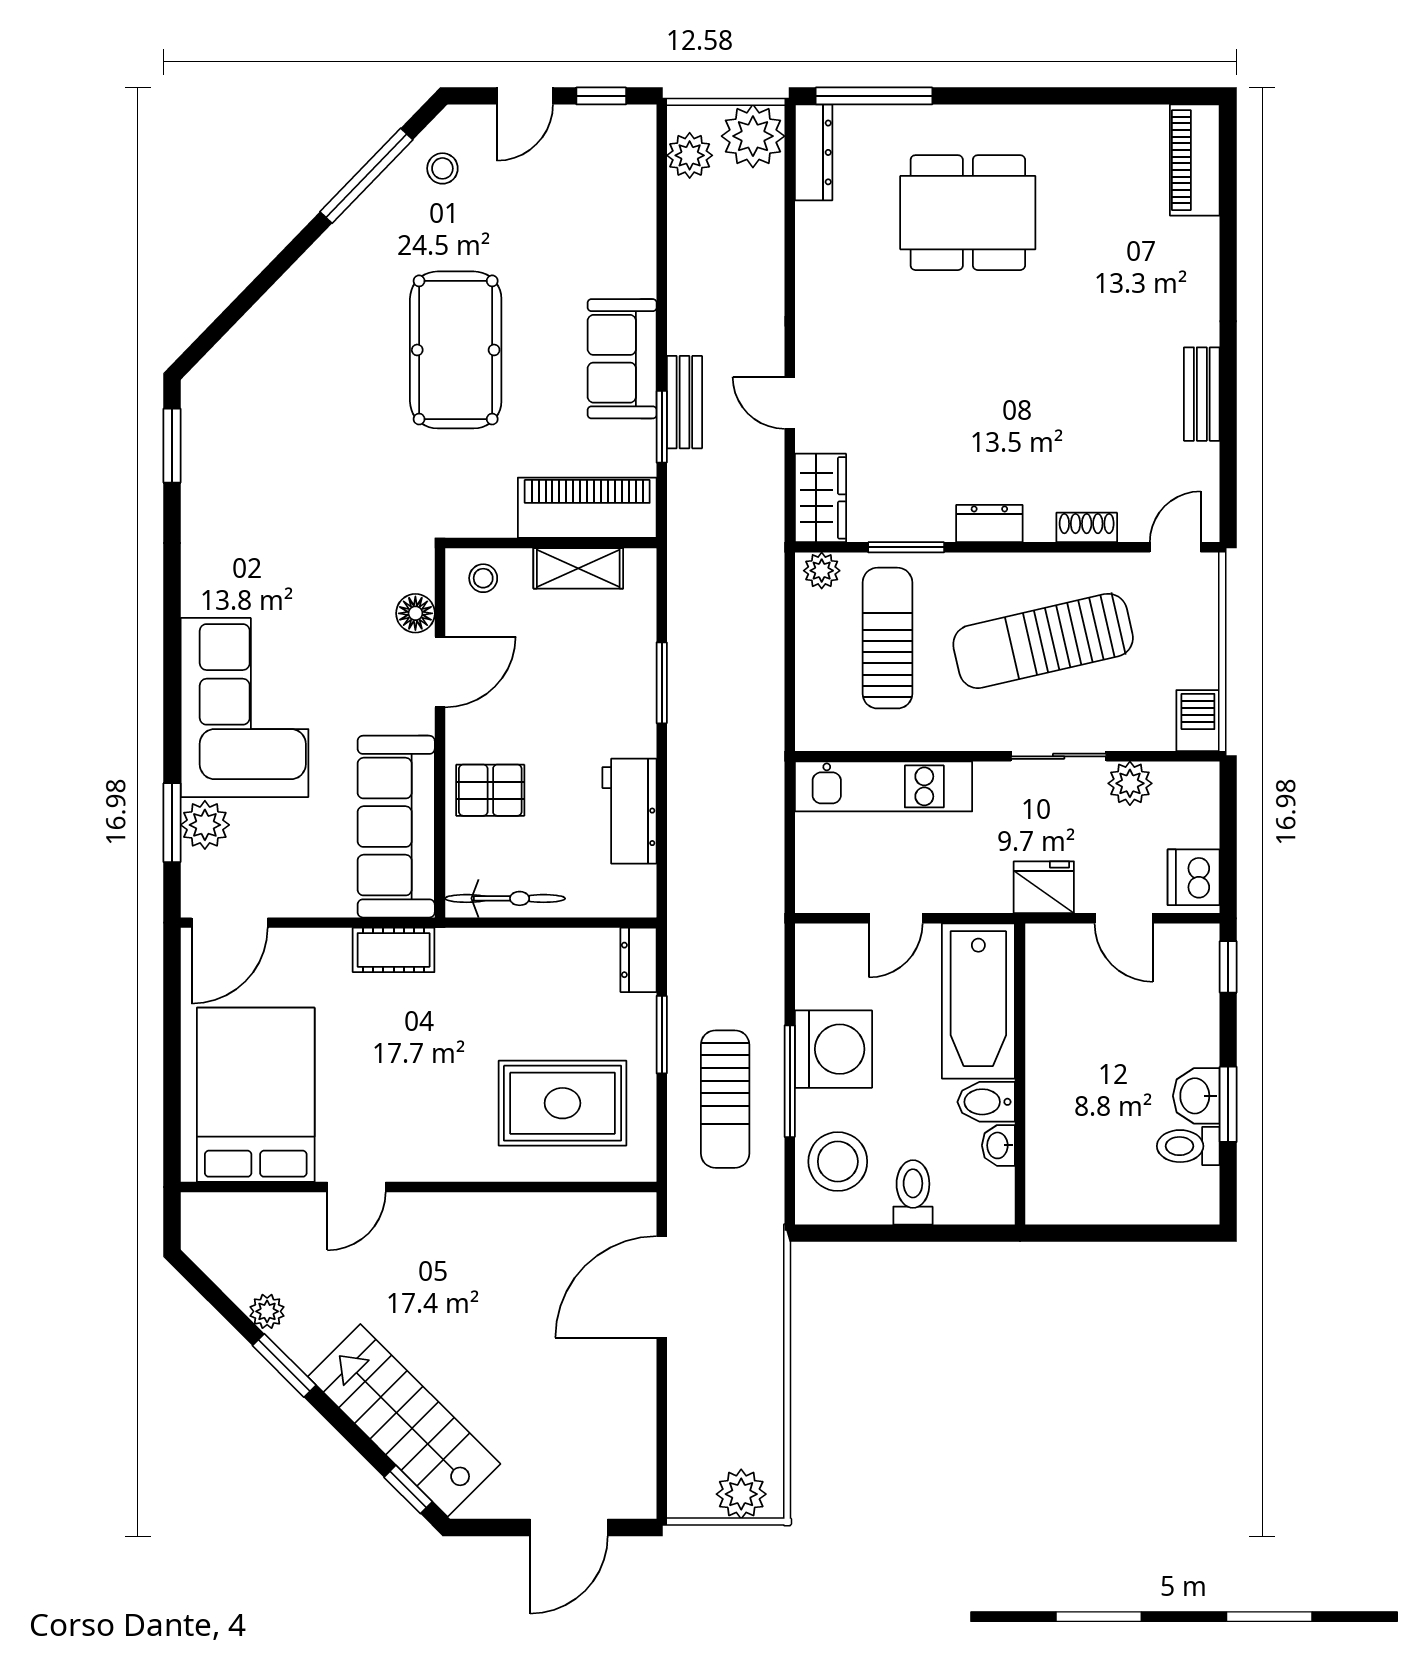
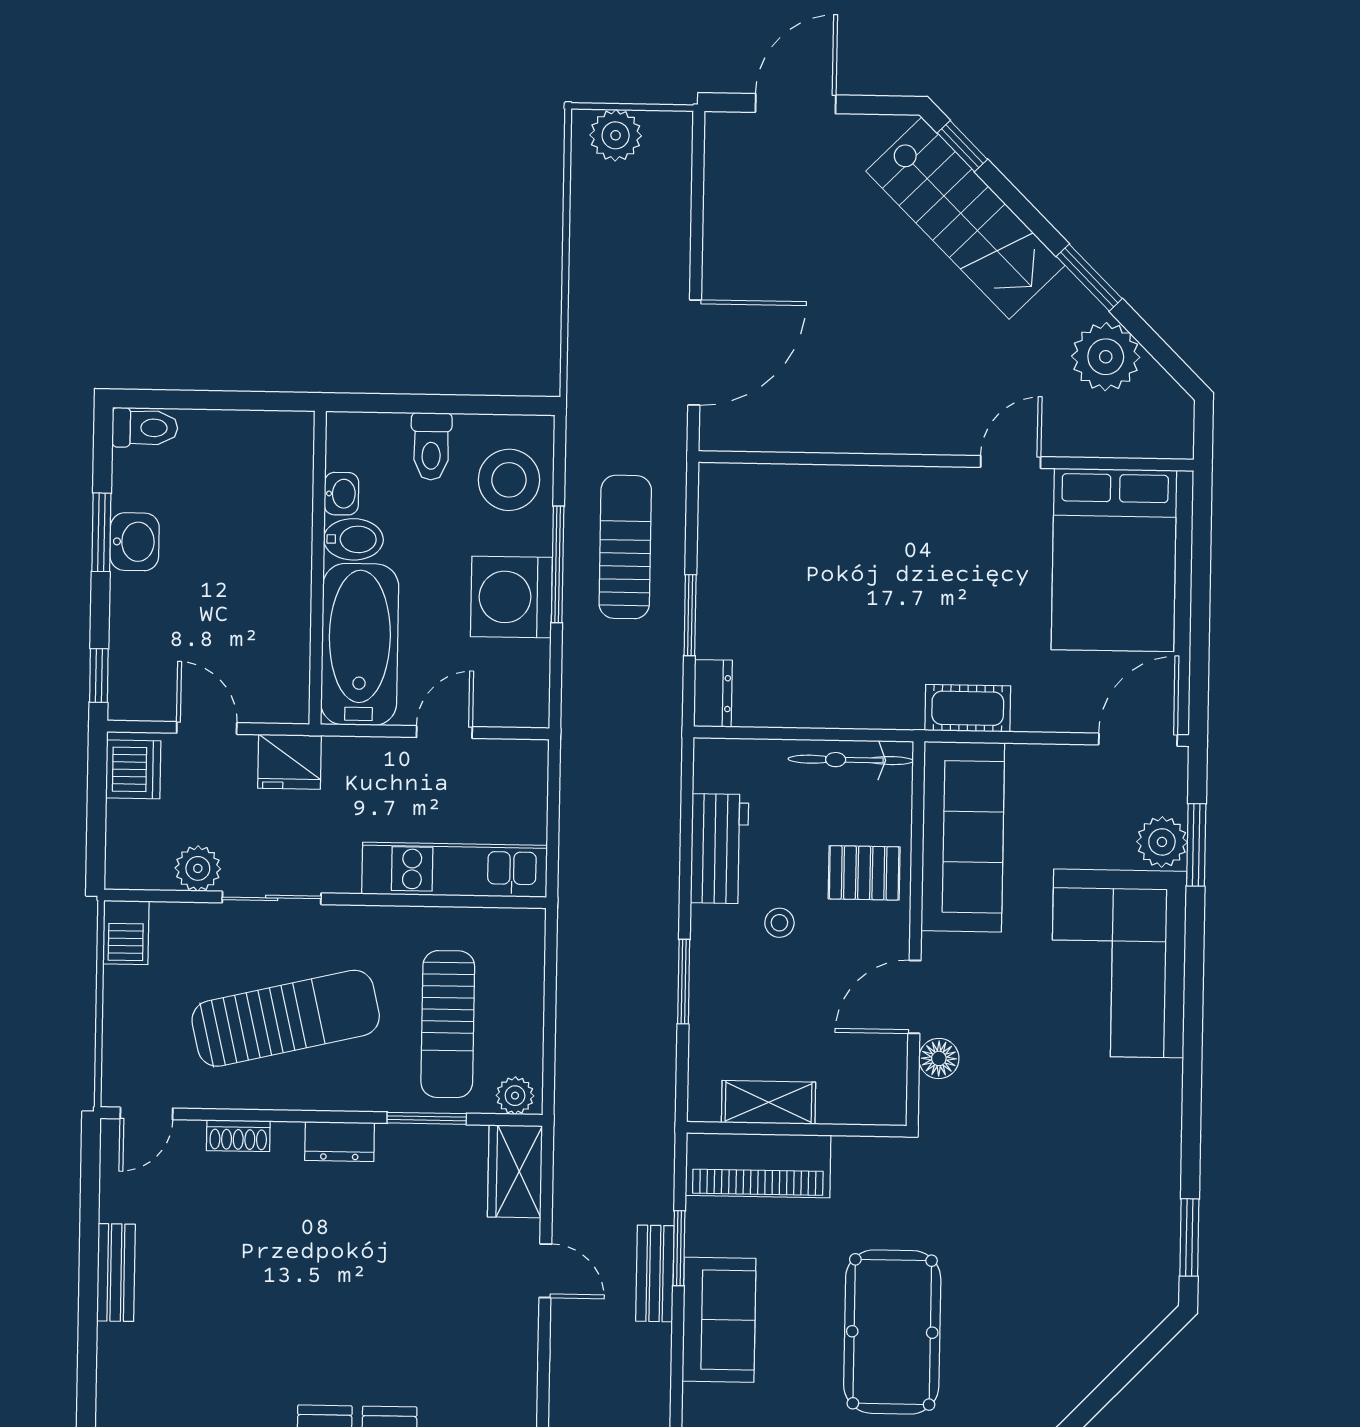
stool: (483, 578) -> (779, 923), moved
rug: (562, 1103) -> (795, 546), removed
toilet: (1188, 1146) -> (145, 428), moved
plant: (267, 1311) -> (1106, 357), width x1.88, depth x1.88

